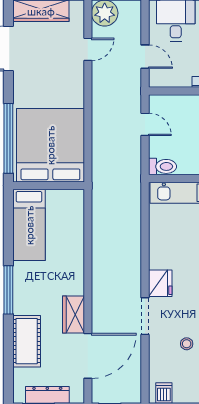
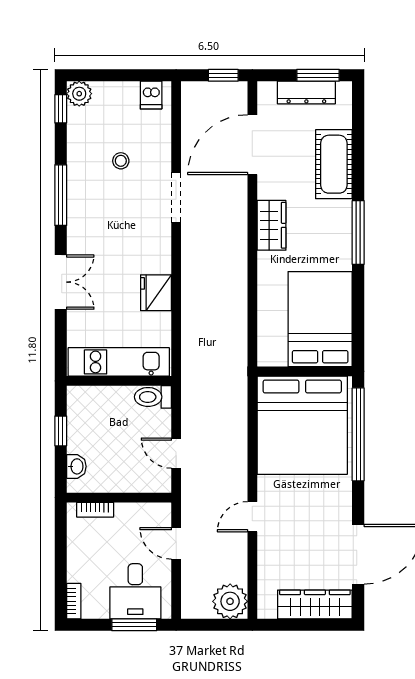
door: (88, 49) -> (252, 517), moved
bed: (29, 225) -> (320, 319), width x1.50
fridge: (160, 283) -> (156, 293), moved
wardrobe: (73, 315) -> (271, 225), moved

